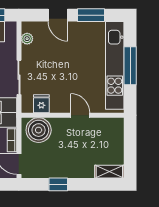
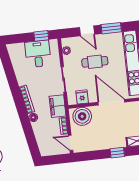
cafe table: (64, 58) -> (95, 62), added
door: (80, 115) -> (111, 102), width x1.87
window: (58, 184) -> (117, 153), moved

